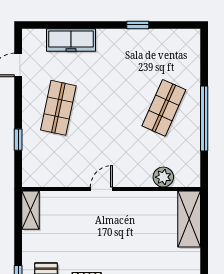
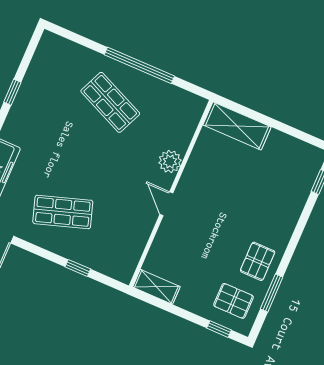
shop shelf: (58, 108) -> (63, 212), turned -30
plant: (163, 177) -> (170, 162), moved

